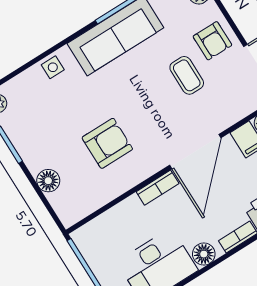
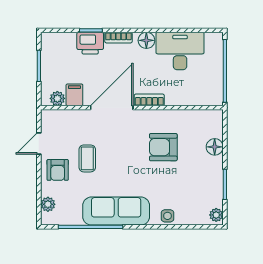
armchair: (212, 41) -> (58, 170), turned 180

